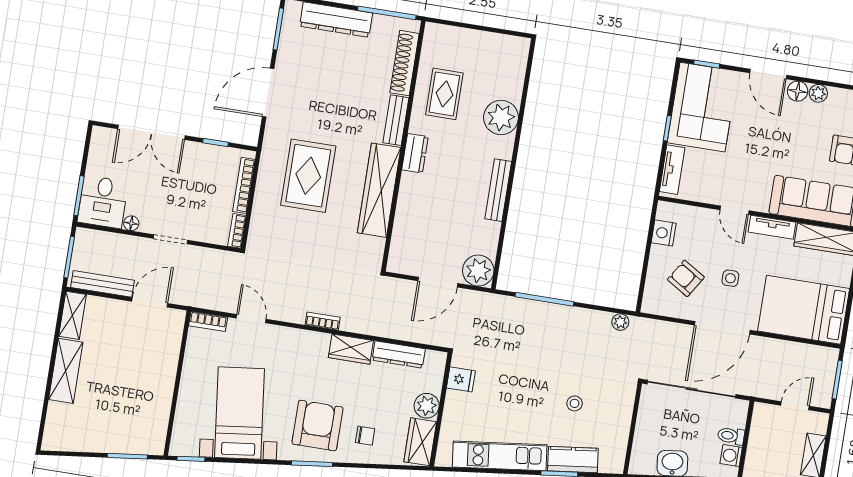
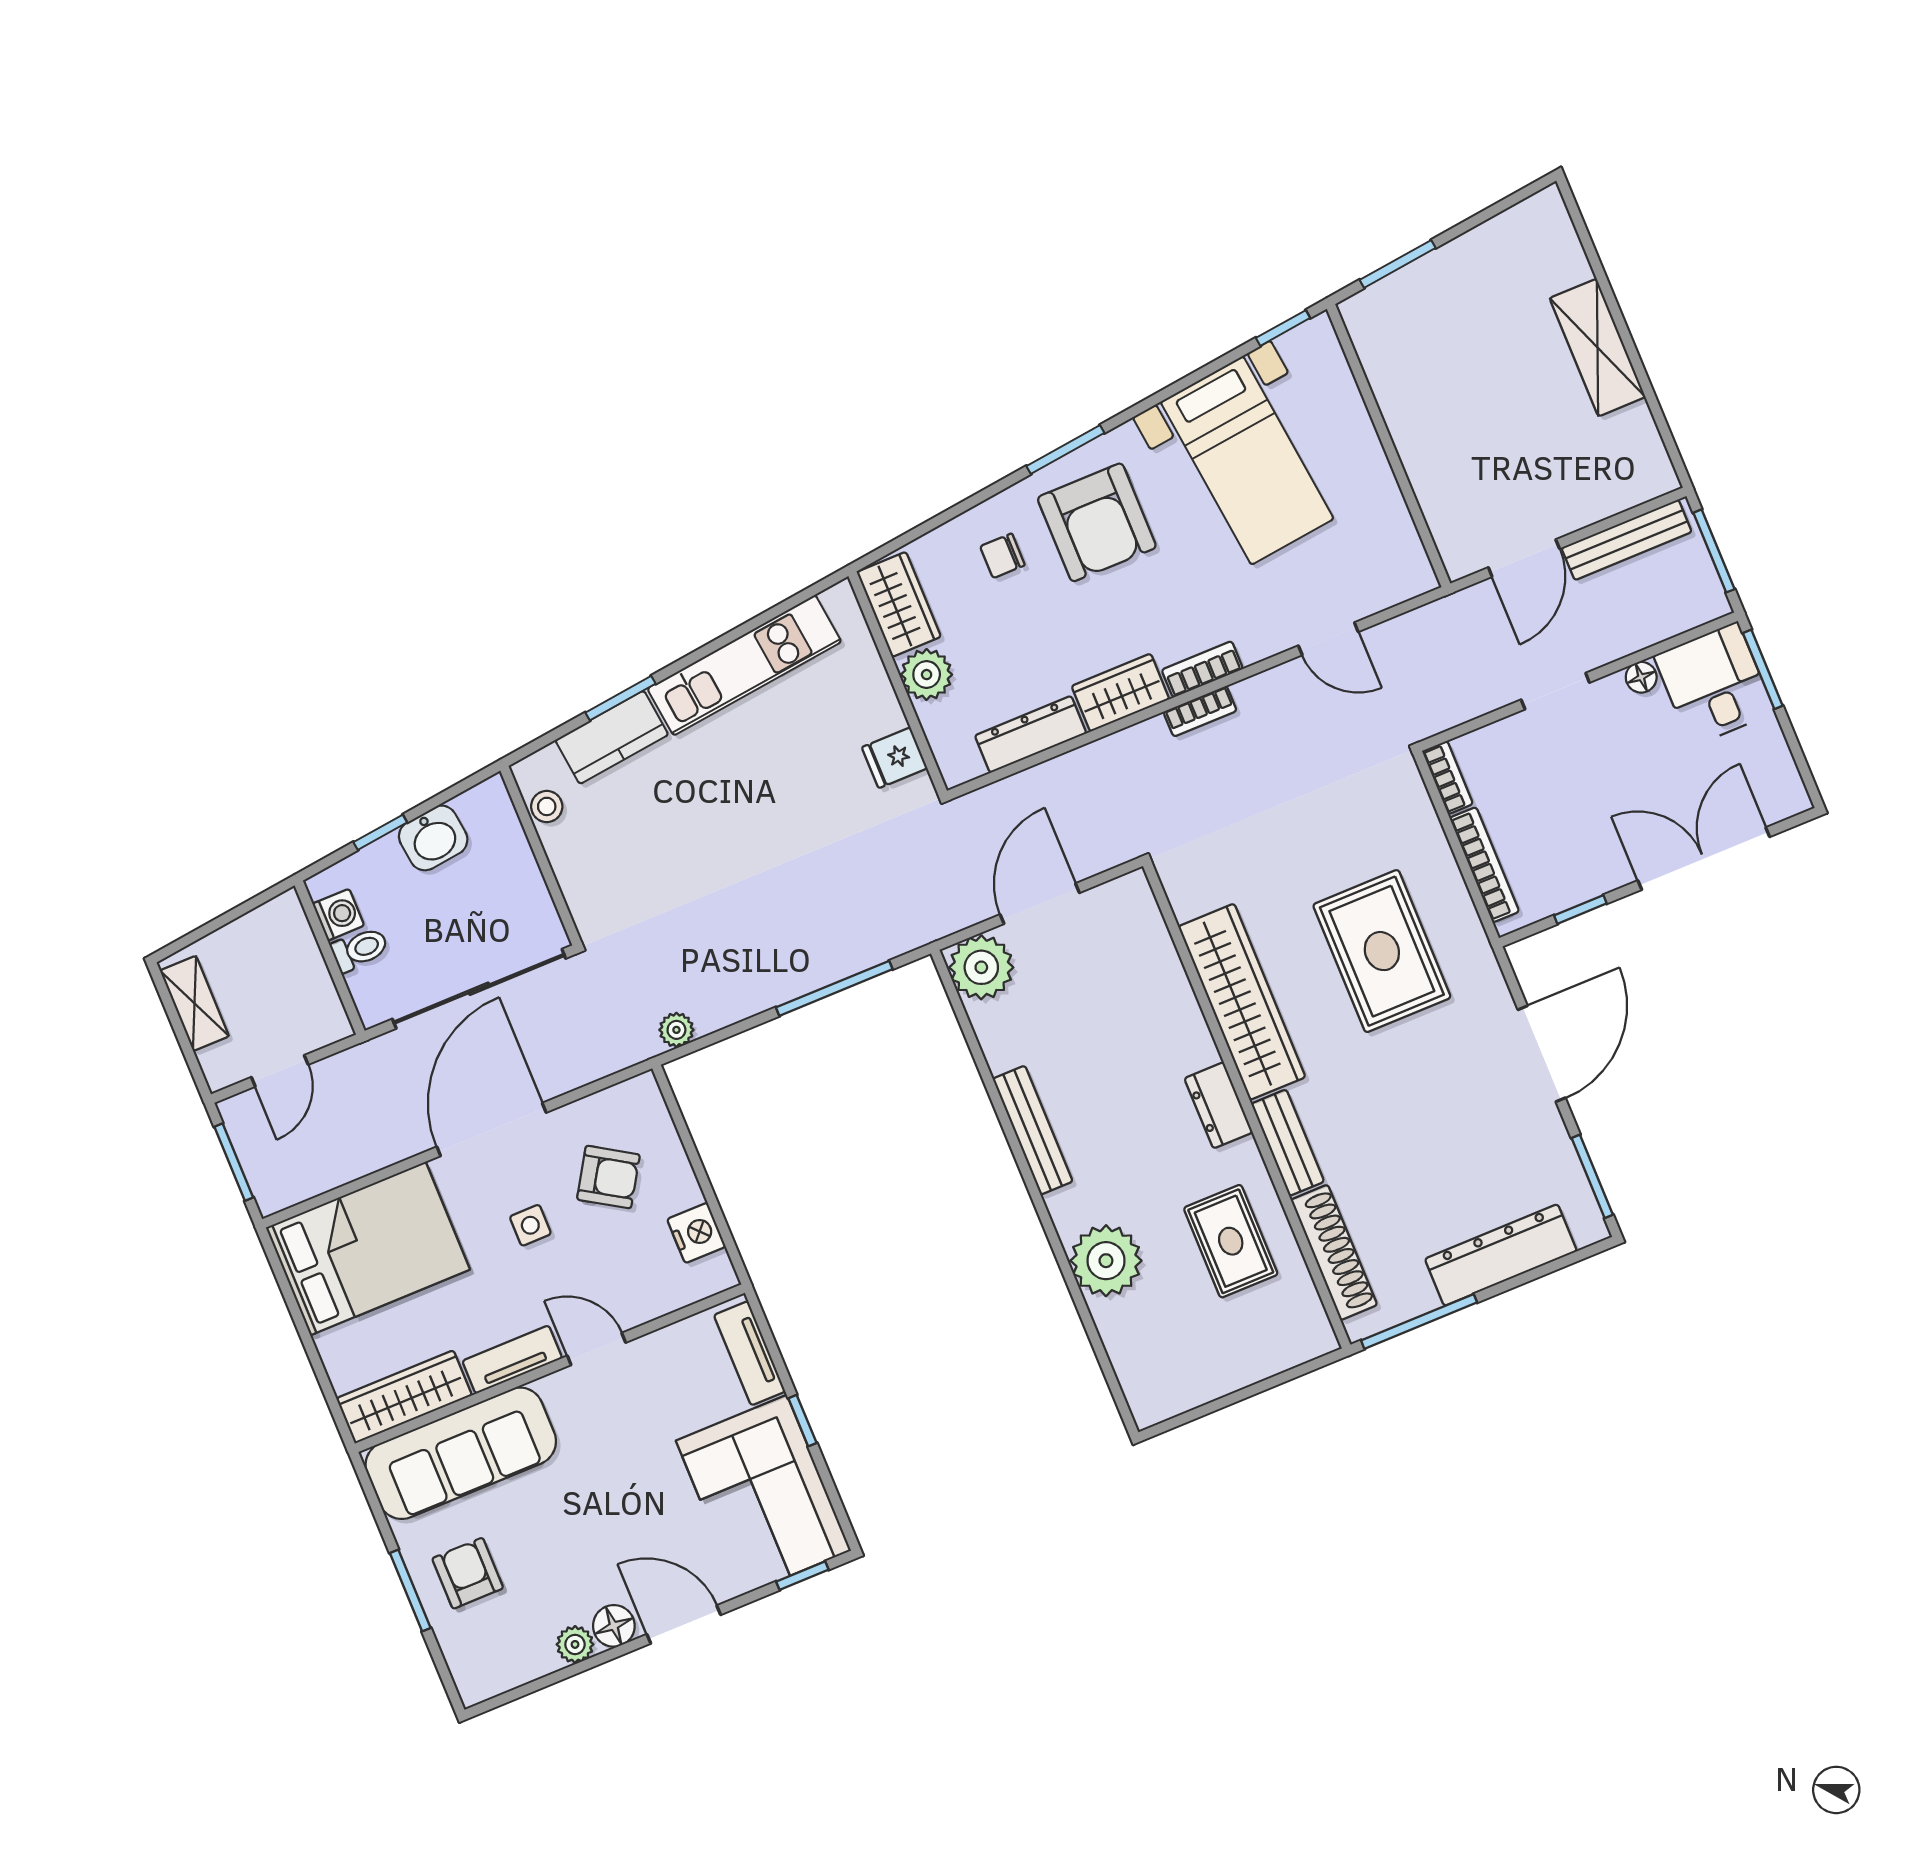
shelving: (72, 315) -> (1645, 452), removed
bookcase: (208, 321) -> (1202, 669), moved
stool: (575, 403) -> (547, 806), moved

